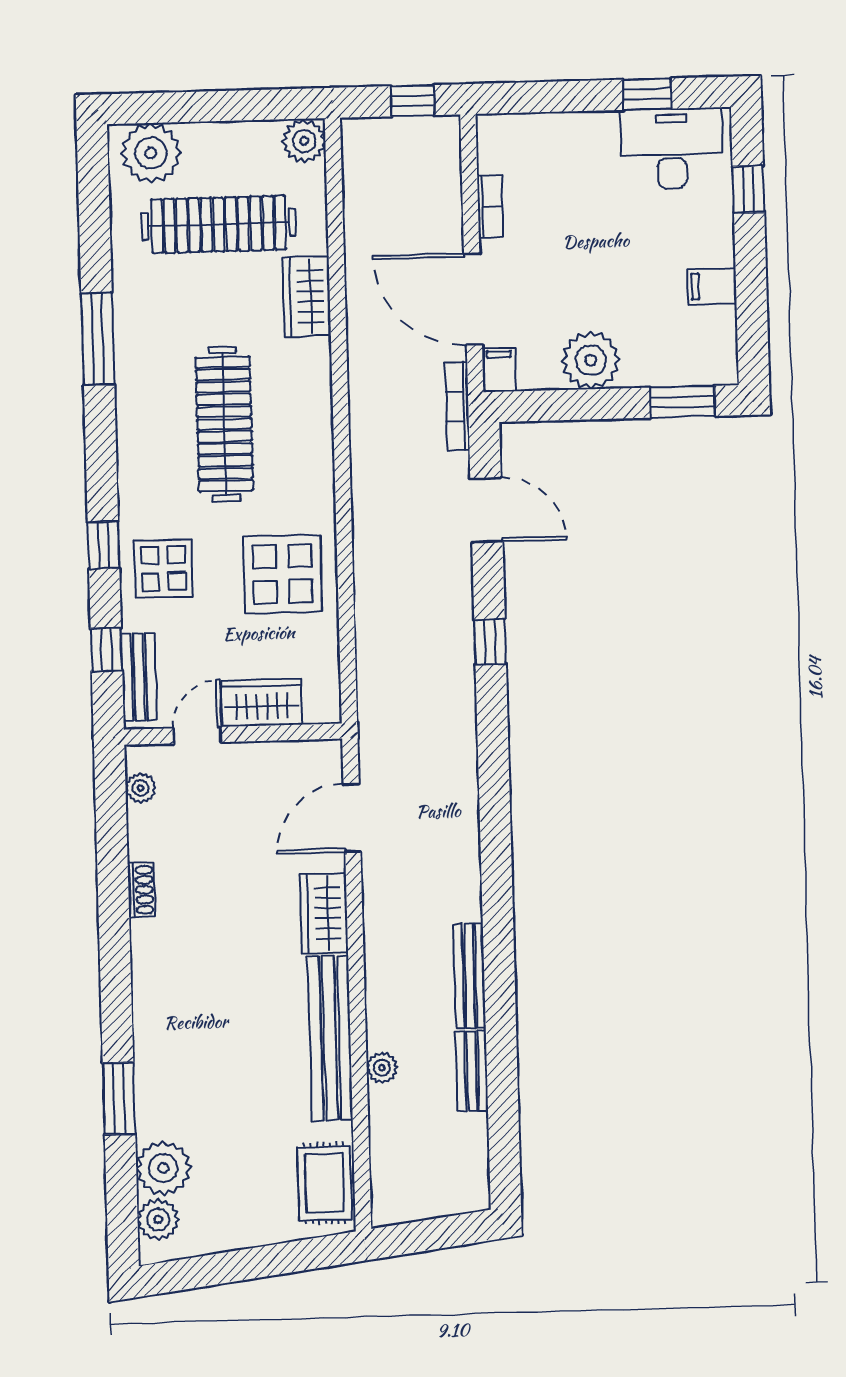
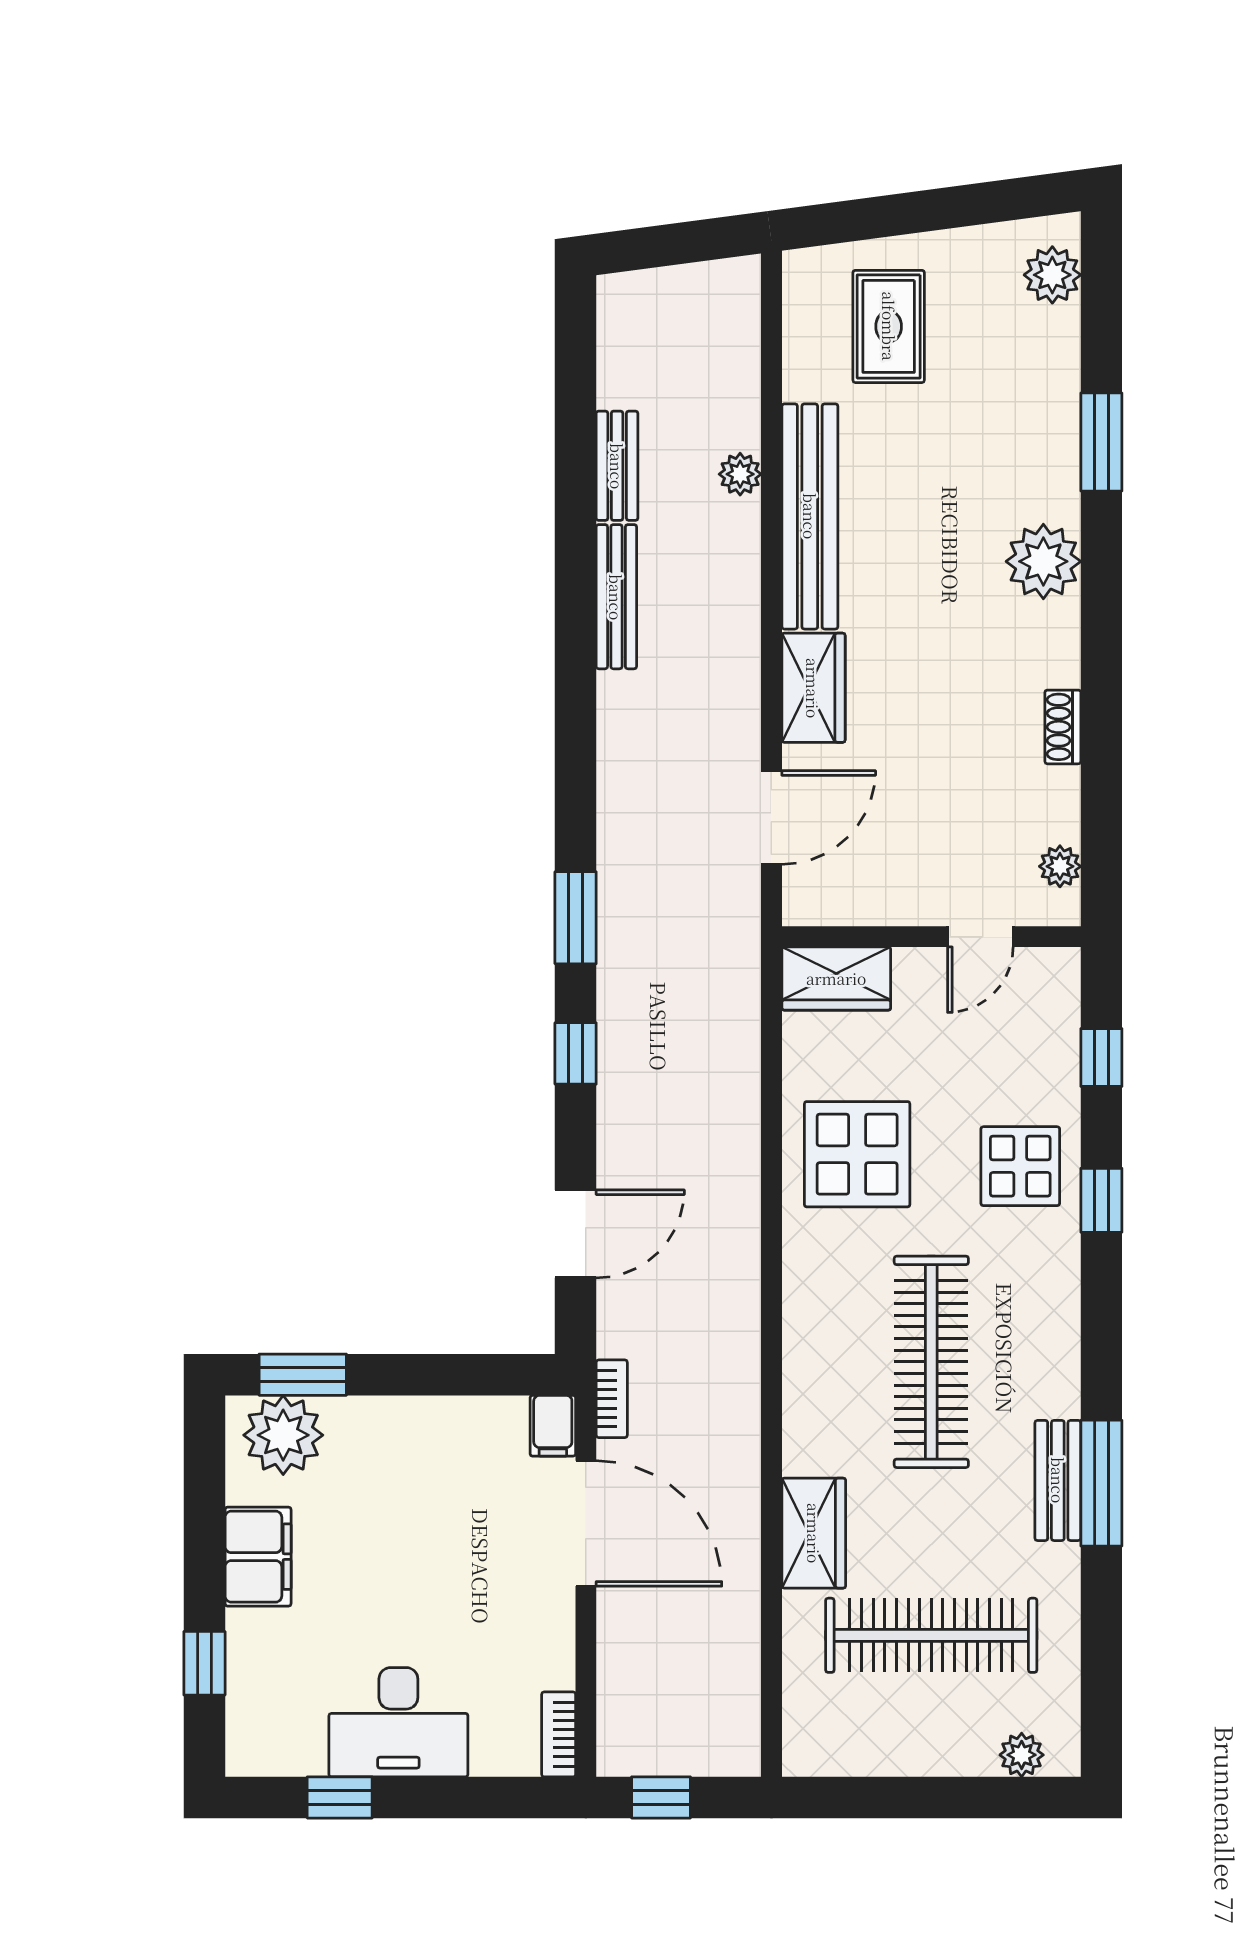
plant: (304, 141) -> (811, 1746), removed
desk: (672, 148) -> (398, 1722), moved
plant: (151, 153) -> (1022, 1755), width x0.53, depth x0.53
bookcase: (490, 206) -> (559, 1734), moved
filing cabinet: (712, 286) -> (258, 1557), width x2.00
plant: (591, 360) -> (283, 1435), moved
bookcase: (457, 406) -> (612, 1399), width x0.64
door: (486, 510) -> (576, 1234), swing flipped
bench: (139, 677) -> (1058, 1480), moved
wardrobe: (262, 703) -> (836, 978), moved
window: (493, 741) -> (576, 918), added
plant: (163, 1168) -> (1043, 561), moved
rug: (325, 1183) -> (889, 326), moved

